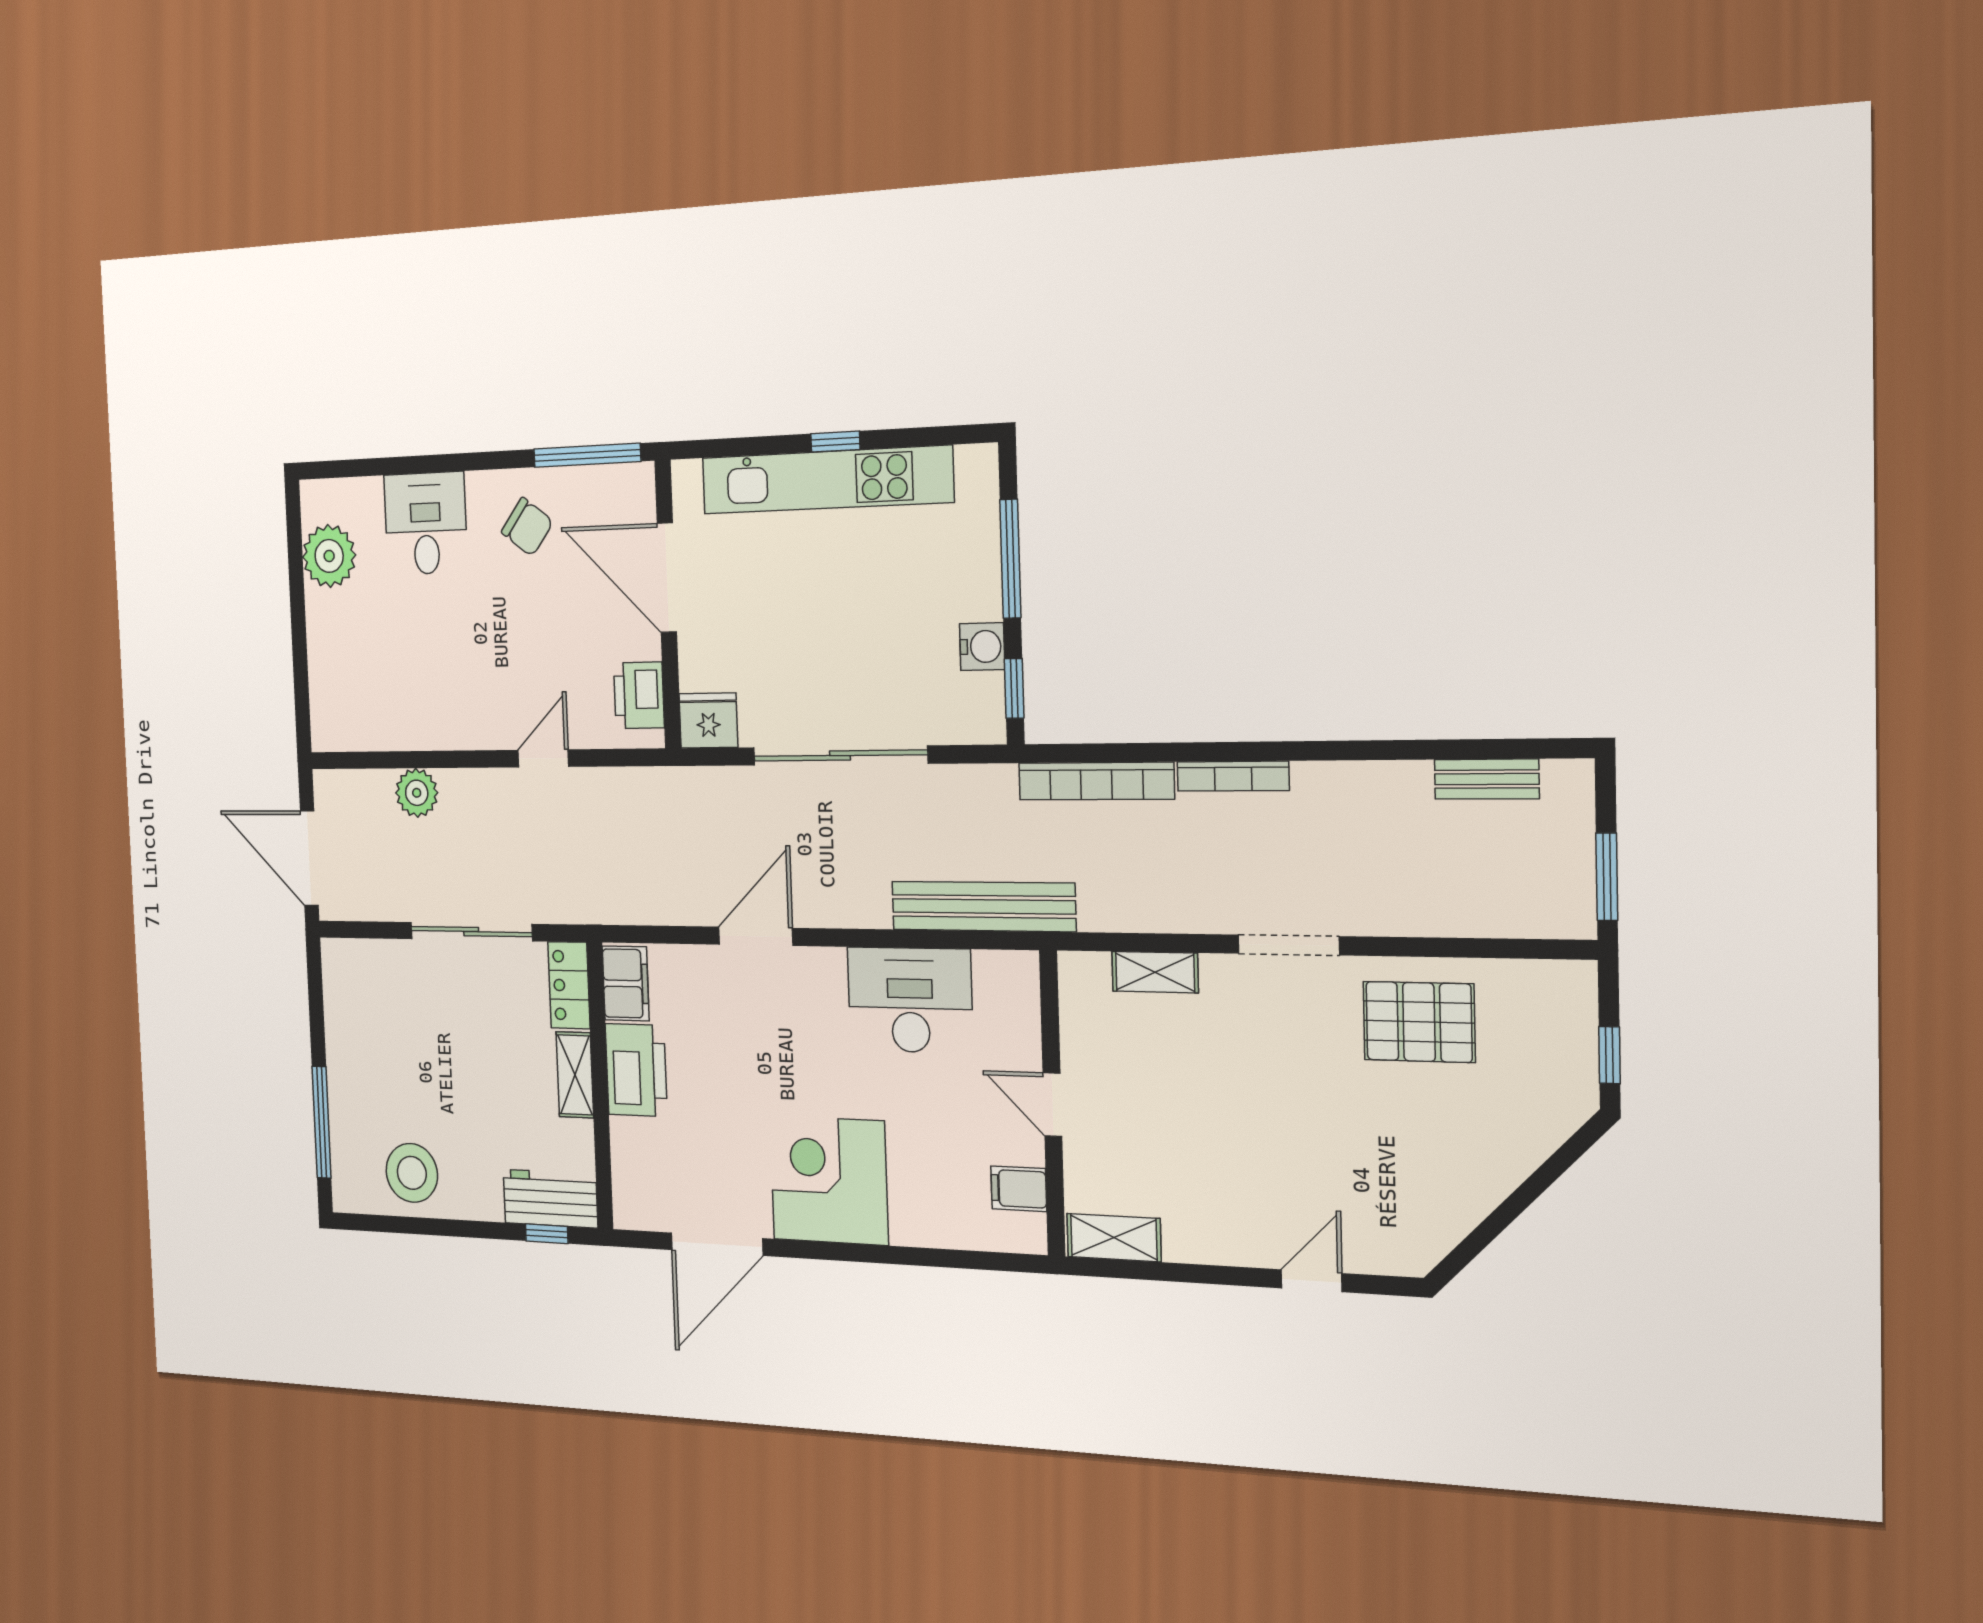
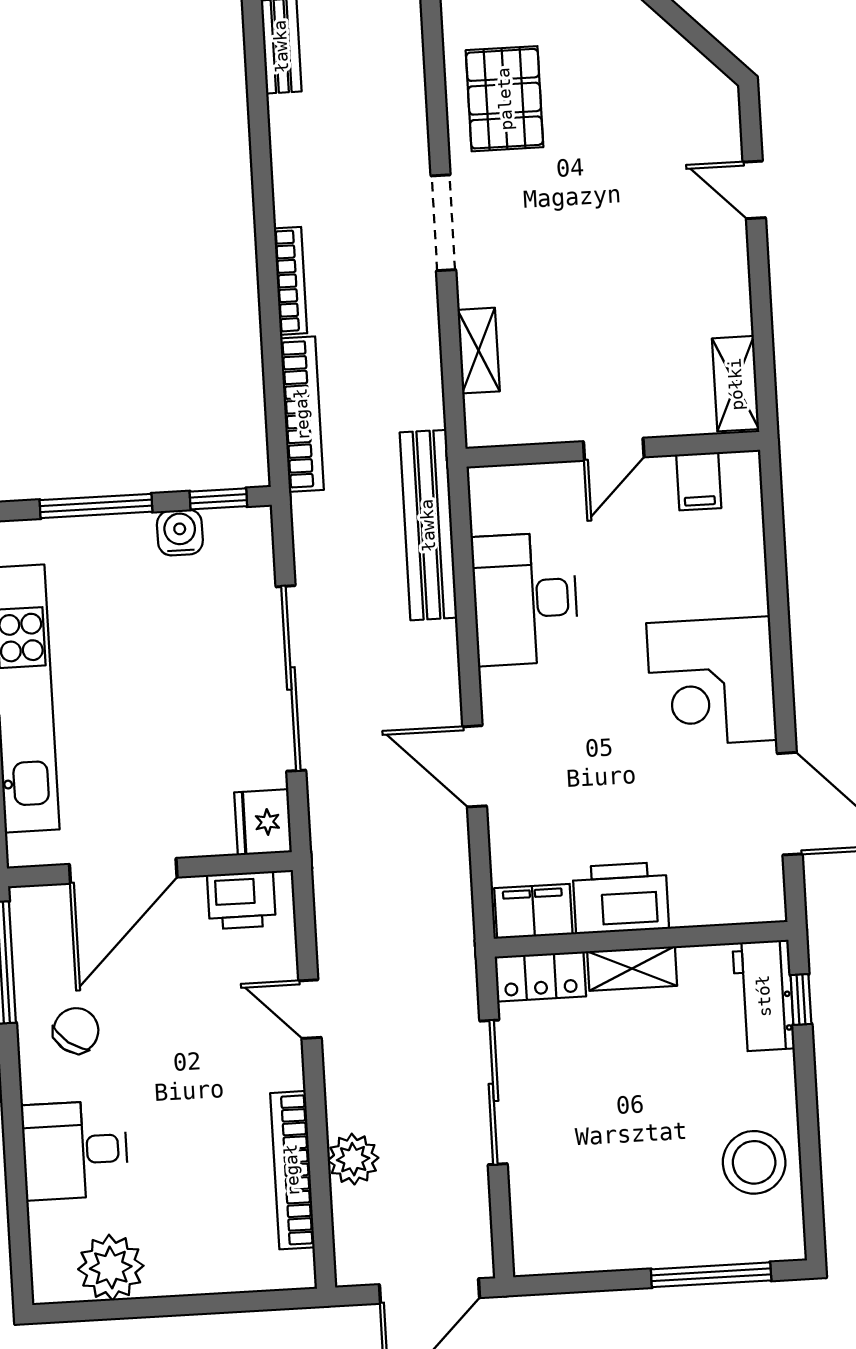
bookcase: (408, 734) -> (292, 1170), added

